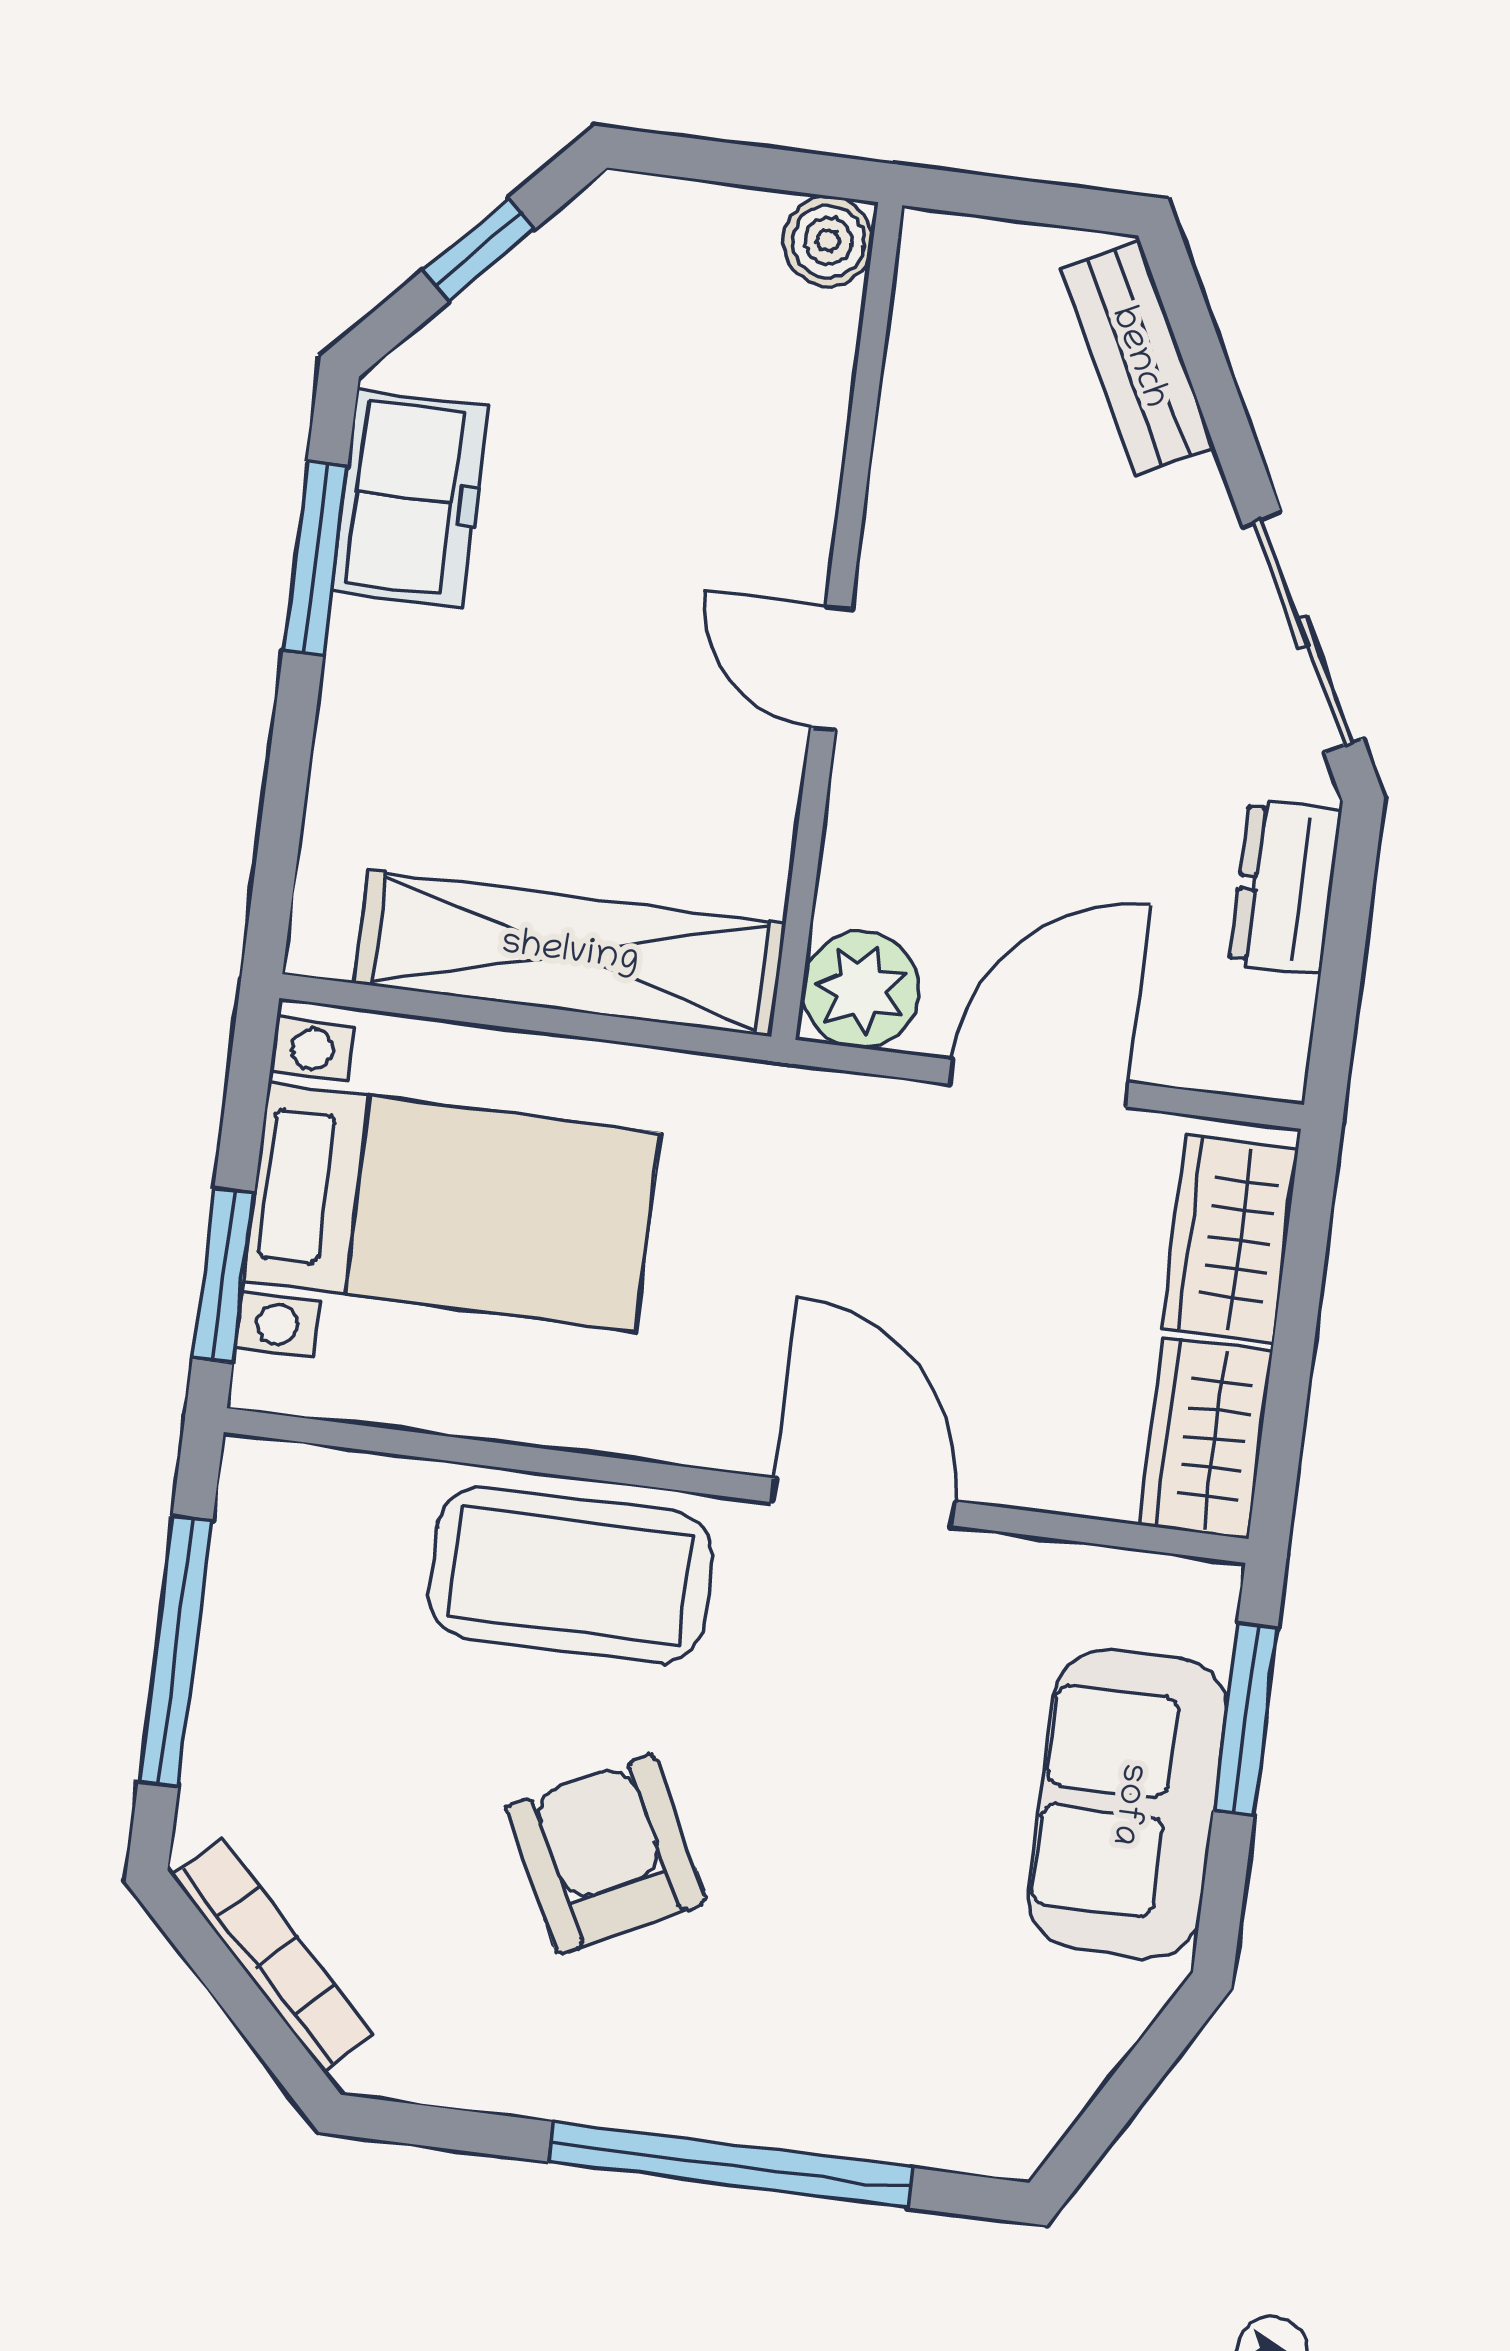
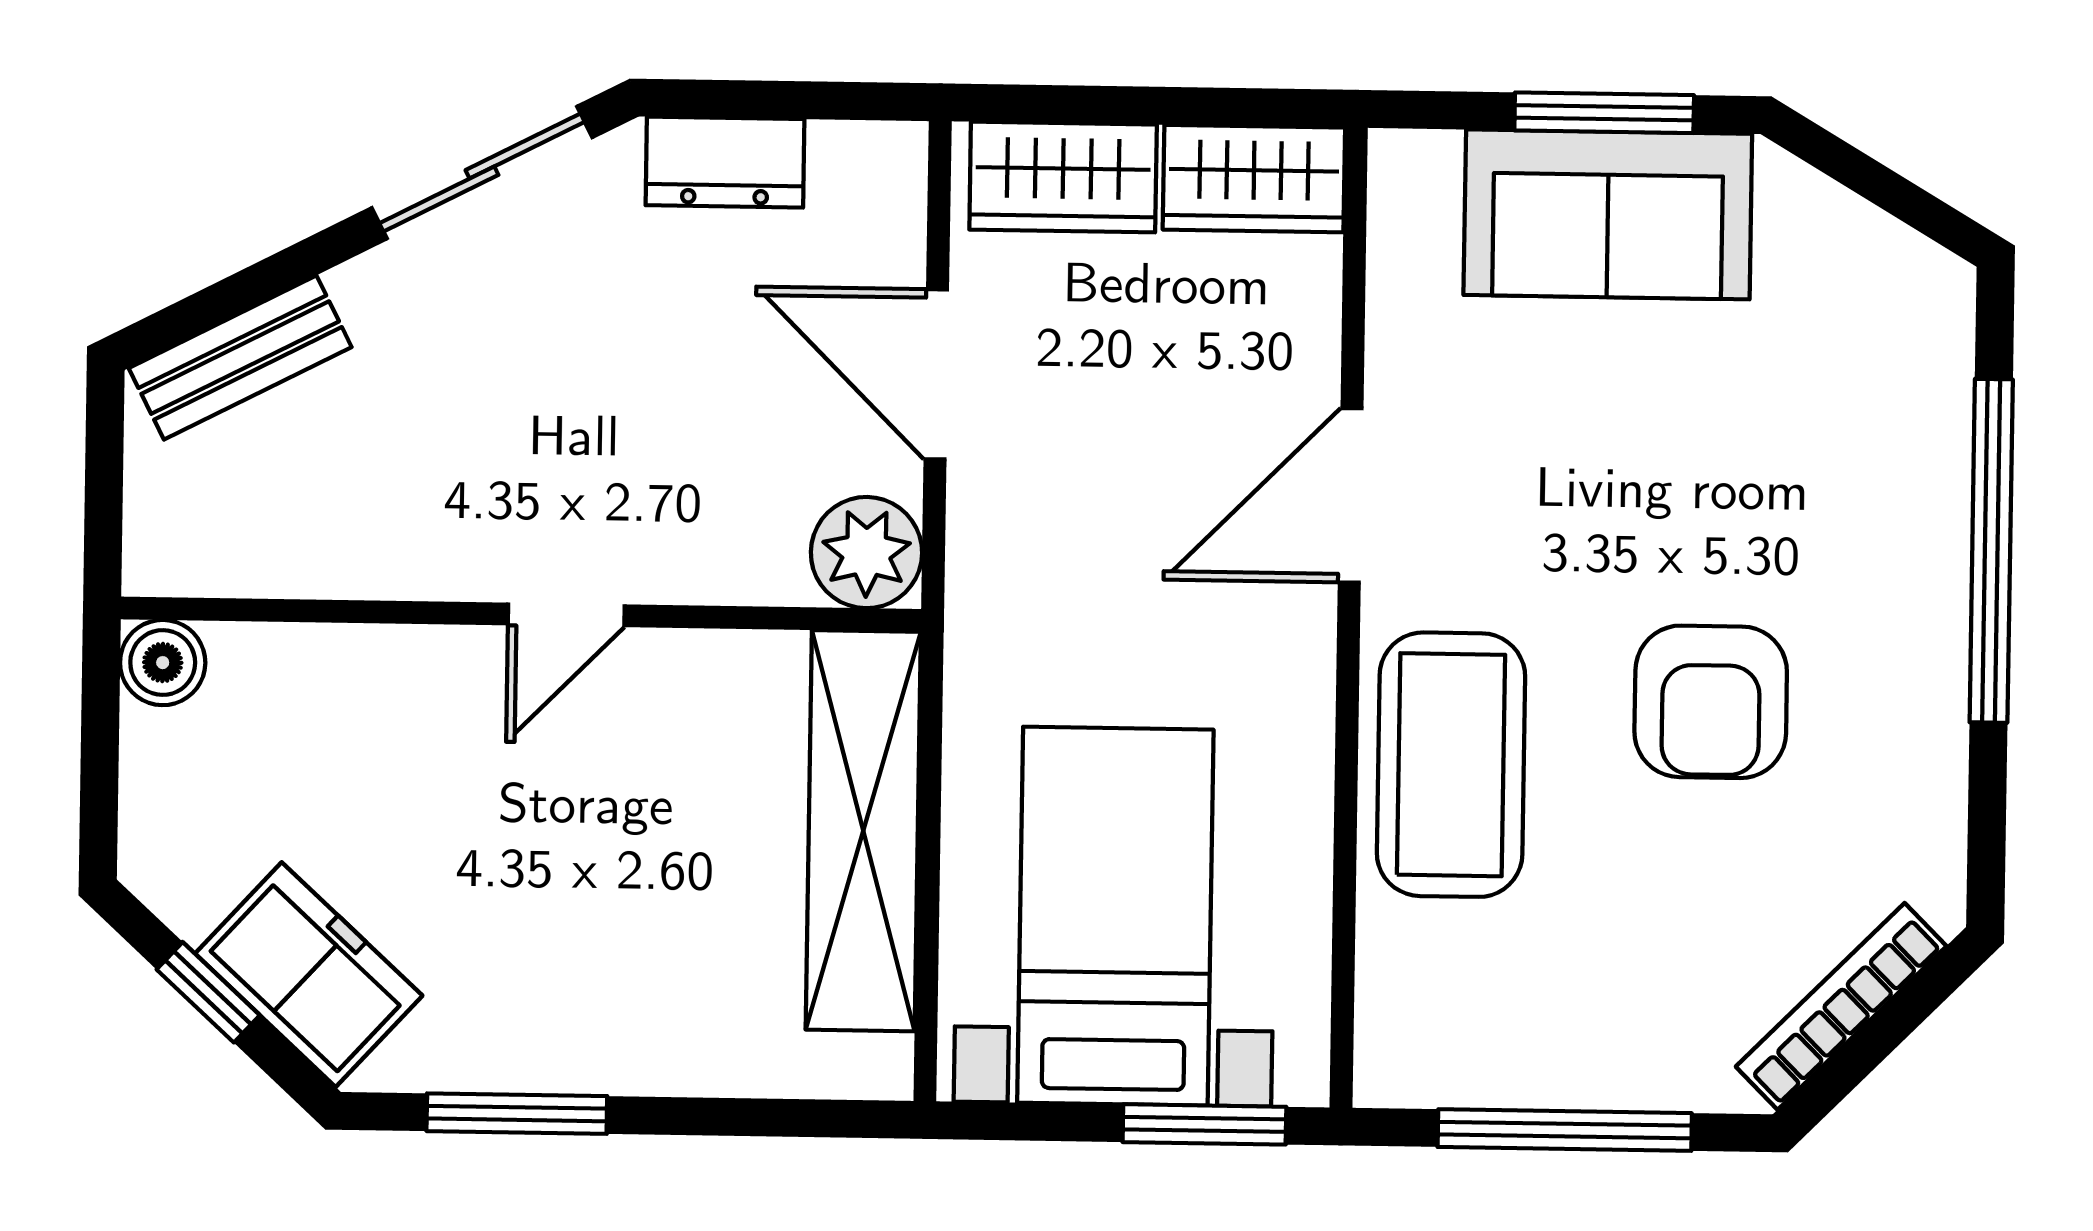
freezer: (410, 498) -> (309, 975), moved, turned 43
window: (1246, 1719) -> (1604, 113), moved
armchair: (606, 1854) -> (1711, 702), turned -63

